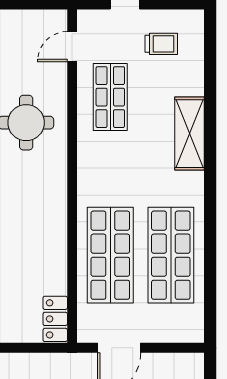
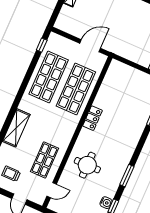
window: (210, 309) -> (42, 45), added
locker: (55, 319) -> (92, 118), moved

